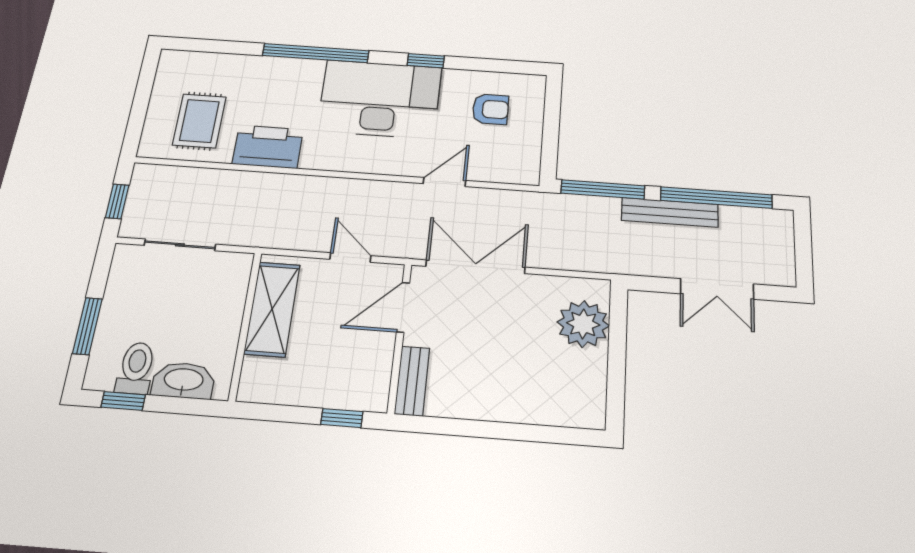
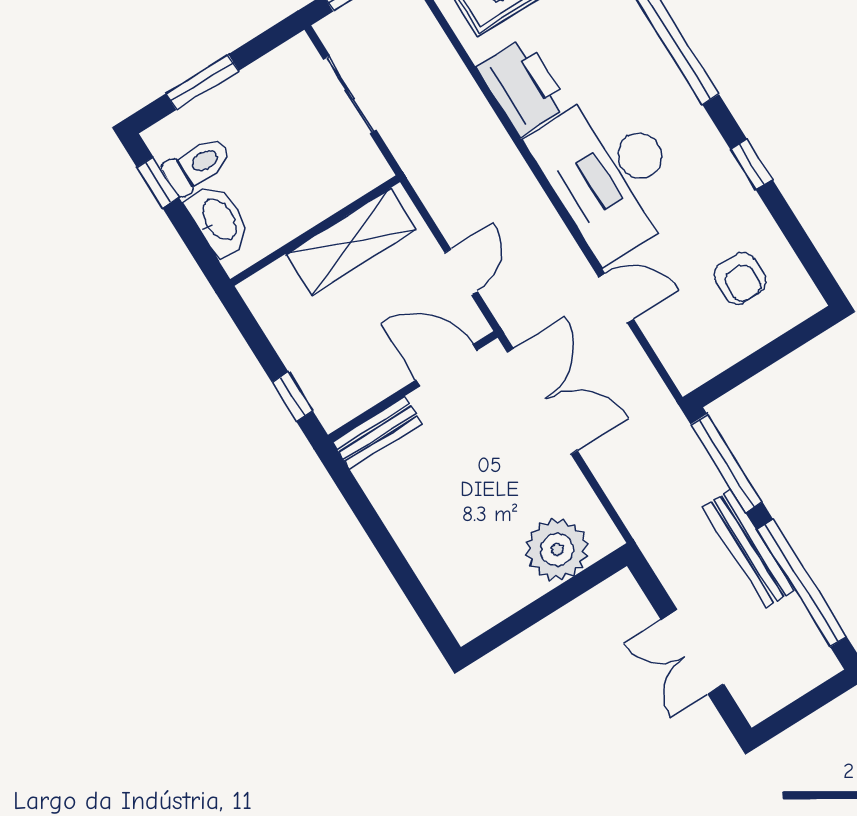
desk: (380, 99) -> (610, 174), moved, turned 180

